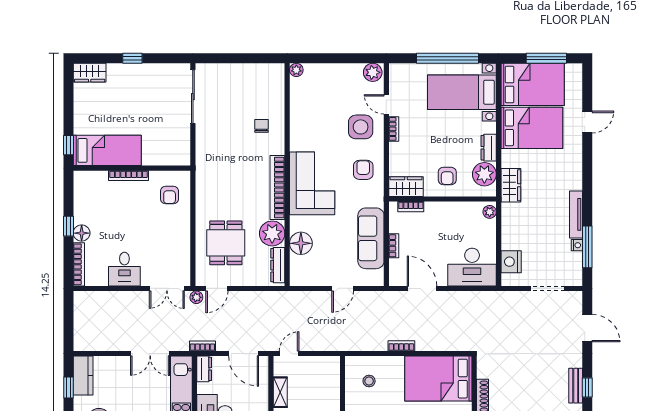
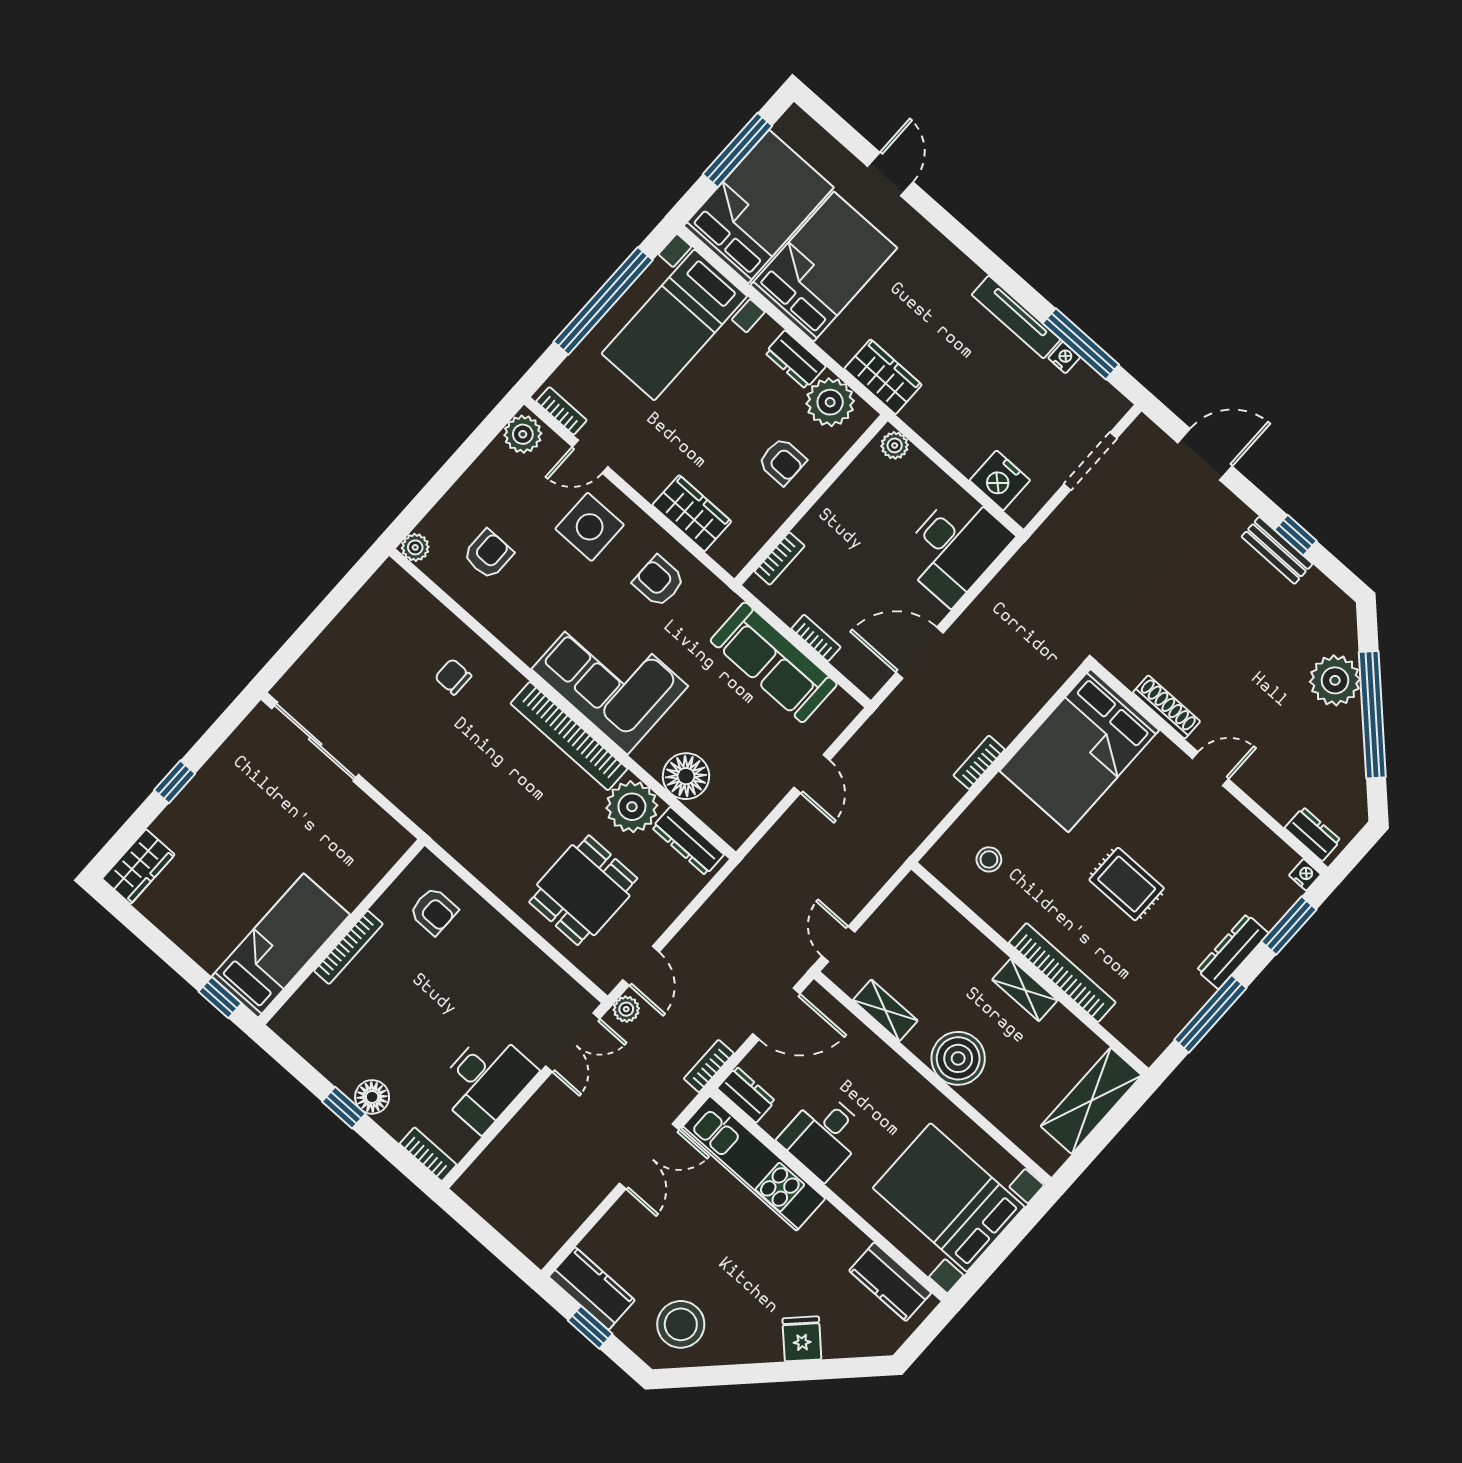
armchair: (318, 99) -> (488, 554), added
bookcase: (394, 129) -> (561, 411), moved
wardrobe: (406, 187) -> (692, 513), moved, turned 90
dining table: (226, 243) -> (583, 890), turned 90
bookcase: (79, 264) -> (428, 1154), width x0.64
desk: (124, 269) -> (485, 1081), width x1.37

